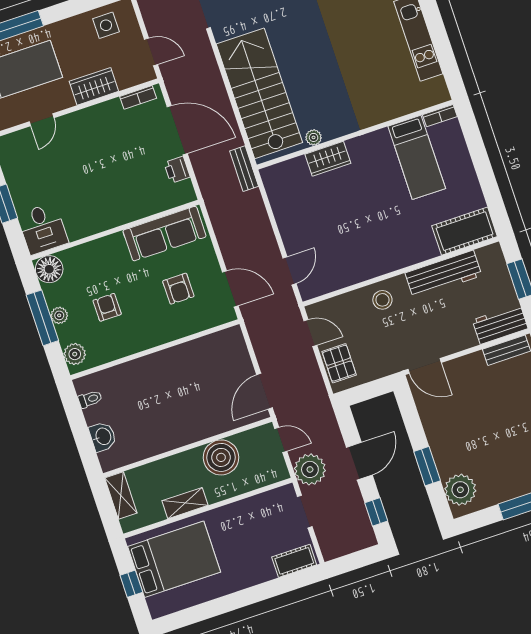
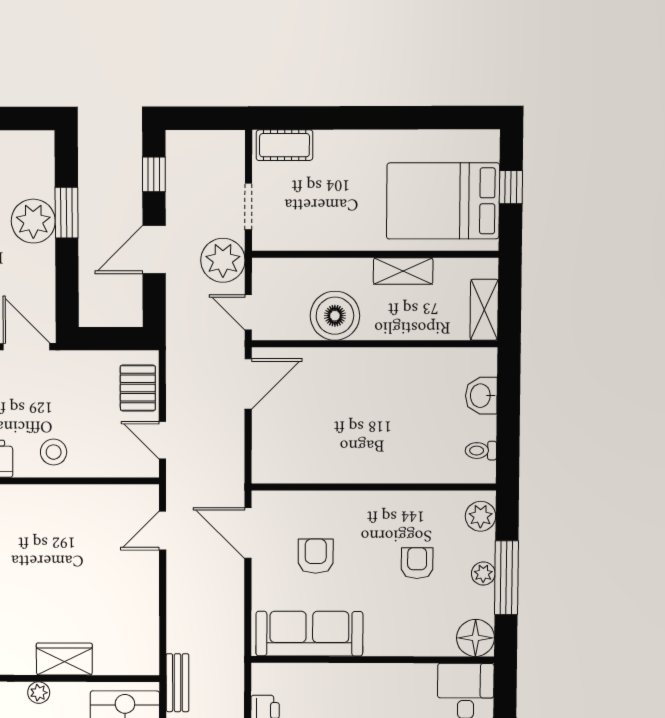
plant: (314, 137) -> (39, 693), moved
armchair: (107, 307) -> (417, 563), turned 180
plant: (460, 490) -> (33, 221), moved

